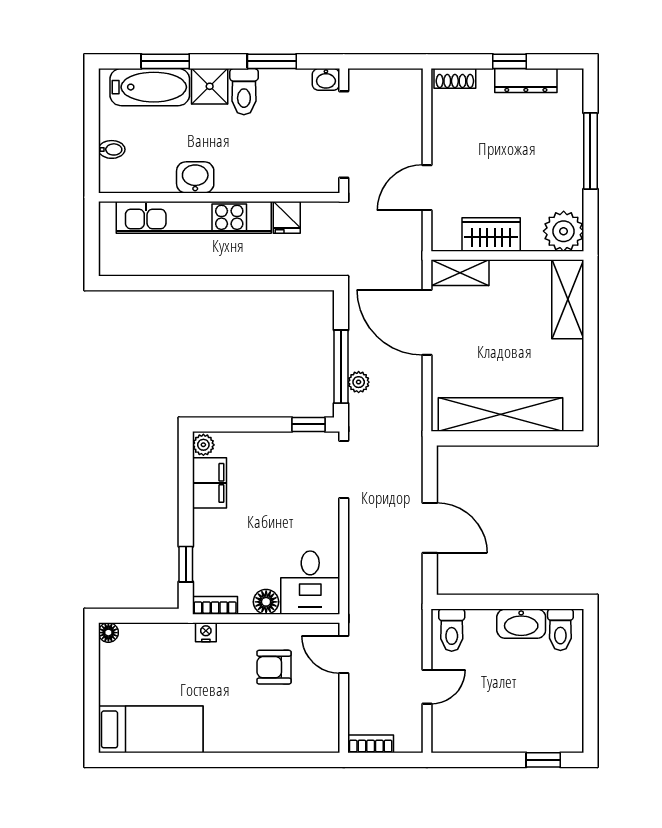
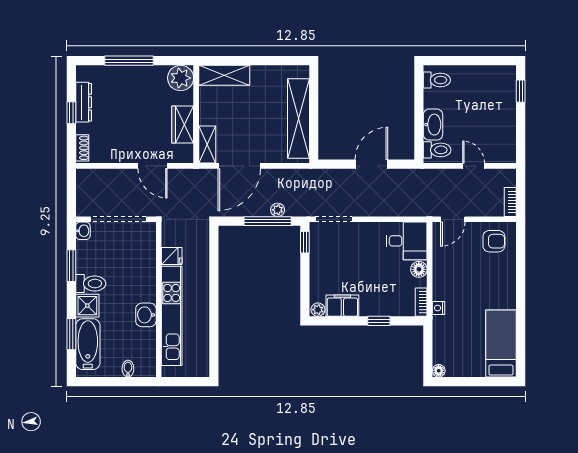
window: (186, 564) -> (379, 321), moved
washbasin: (521, 624) -> (433, 125), moved
armchair: (274, 667) -> (494, 241), moved, turned -90

